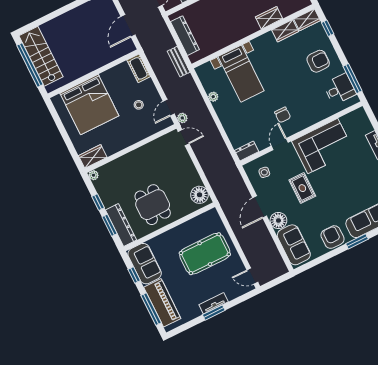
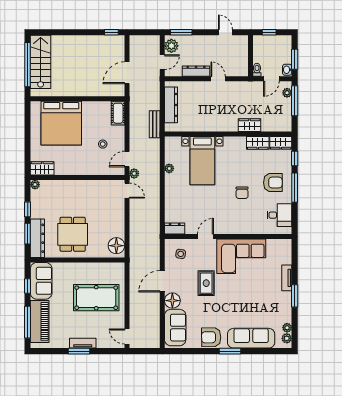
window: (353, 79) -> (295, 188), moved
chair: (283, 115) -> (242, 193), moved
armchair: (333, 237) -> (211, 337), turned -91

